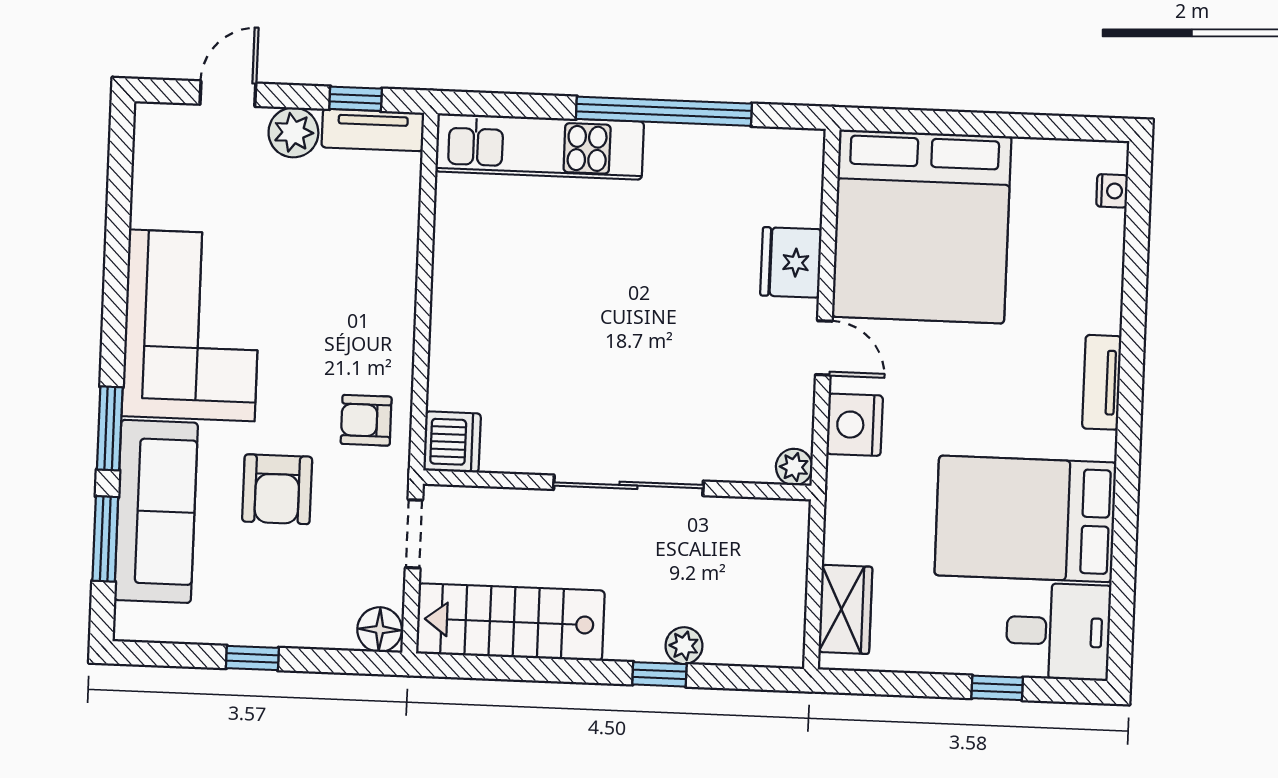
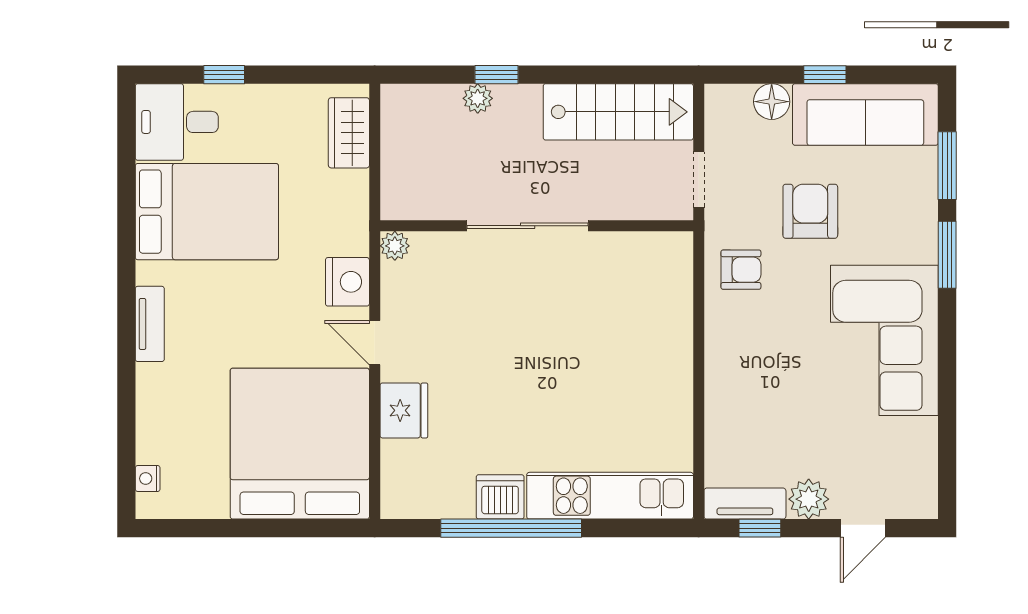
dishwasher: (452, 442) -> (500, 497), moved, turned 90
sofa: (156, 511) -> (865, 114), moved, turned -90
floor lamp: (380, 630) -> (772, 102), moved

